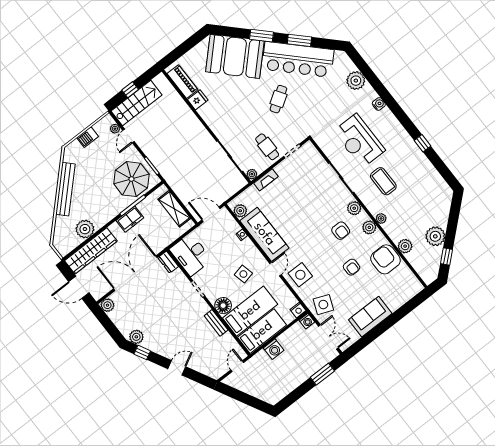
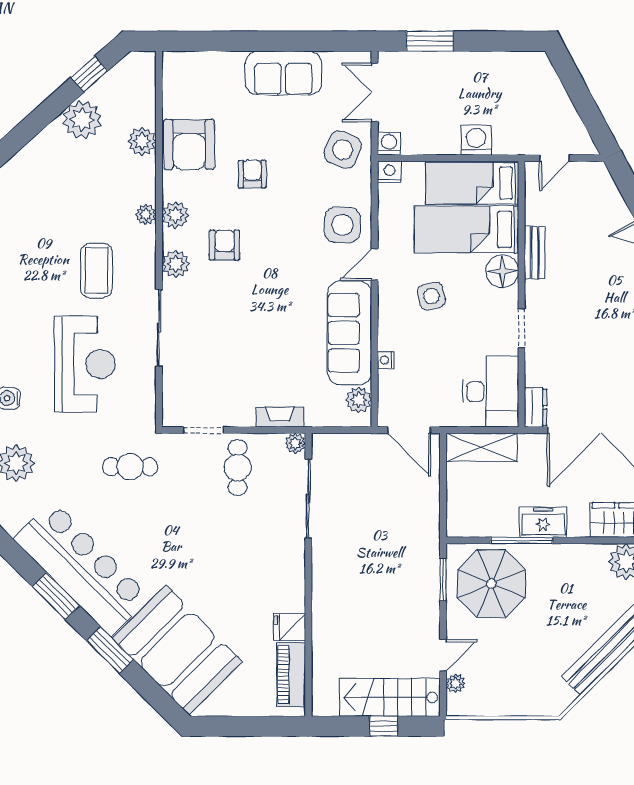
cafe table: (278, 99) -> (130, 467), moved, turned 33
barbecue: (88, 137) -> (509, 704), removed
shelving: (174, 209) -> (482, 447), moved, turned 90

